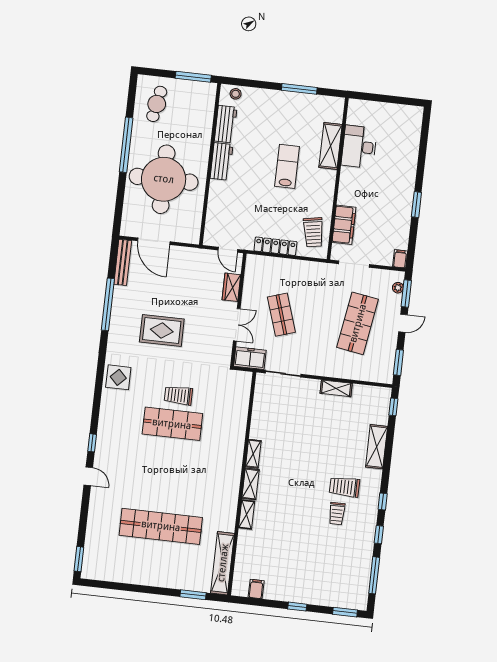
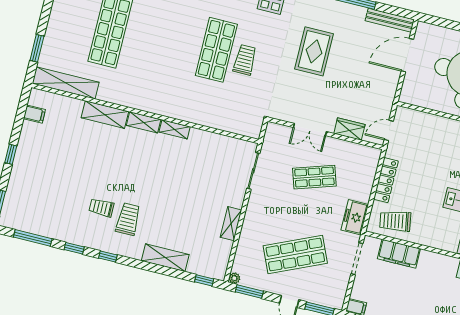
plant: (398, 288) -> (234, 278), moved
shop shelf: (358, 323) -> (295, 255), turned -33
freezer: (250, 358) -> (355, 217), moved, turned 180
shelving: (247, 514) -> (105, 115), width x1.50, depth x1.33

